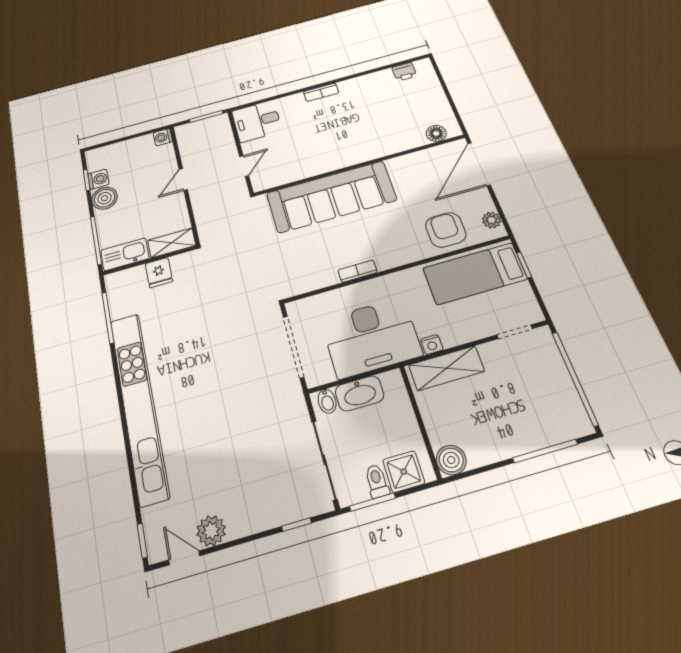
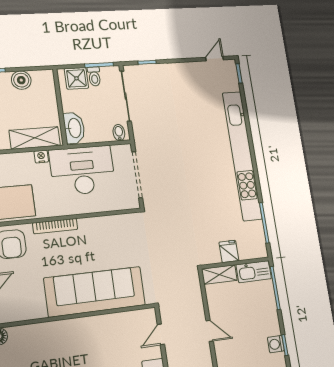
door: (183, 179) -> (210, 331), hinge flipped
boiler: (105, 198) -> (270, 325), removed
bookcase: (358, 271) -> (55, 226), moved, width x1.56
washbasin: (359, 393) -> (74, 128), moved, turned 90
boiler: (451, 460) -> (21, 80), moved
plant: (211, 531) -> (198, 70), removed
door: (184, 558) -> (215, 59), swing flipped

